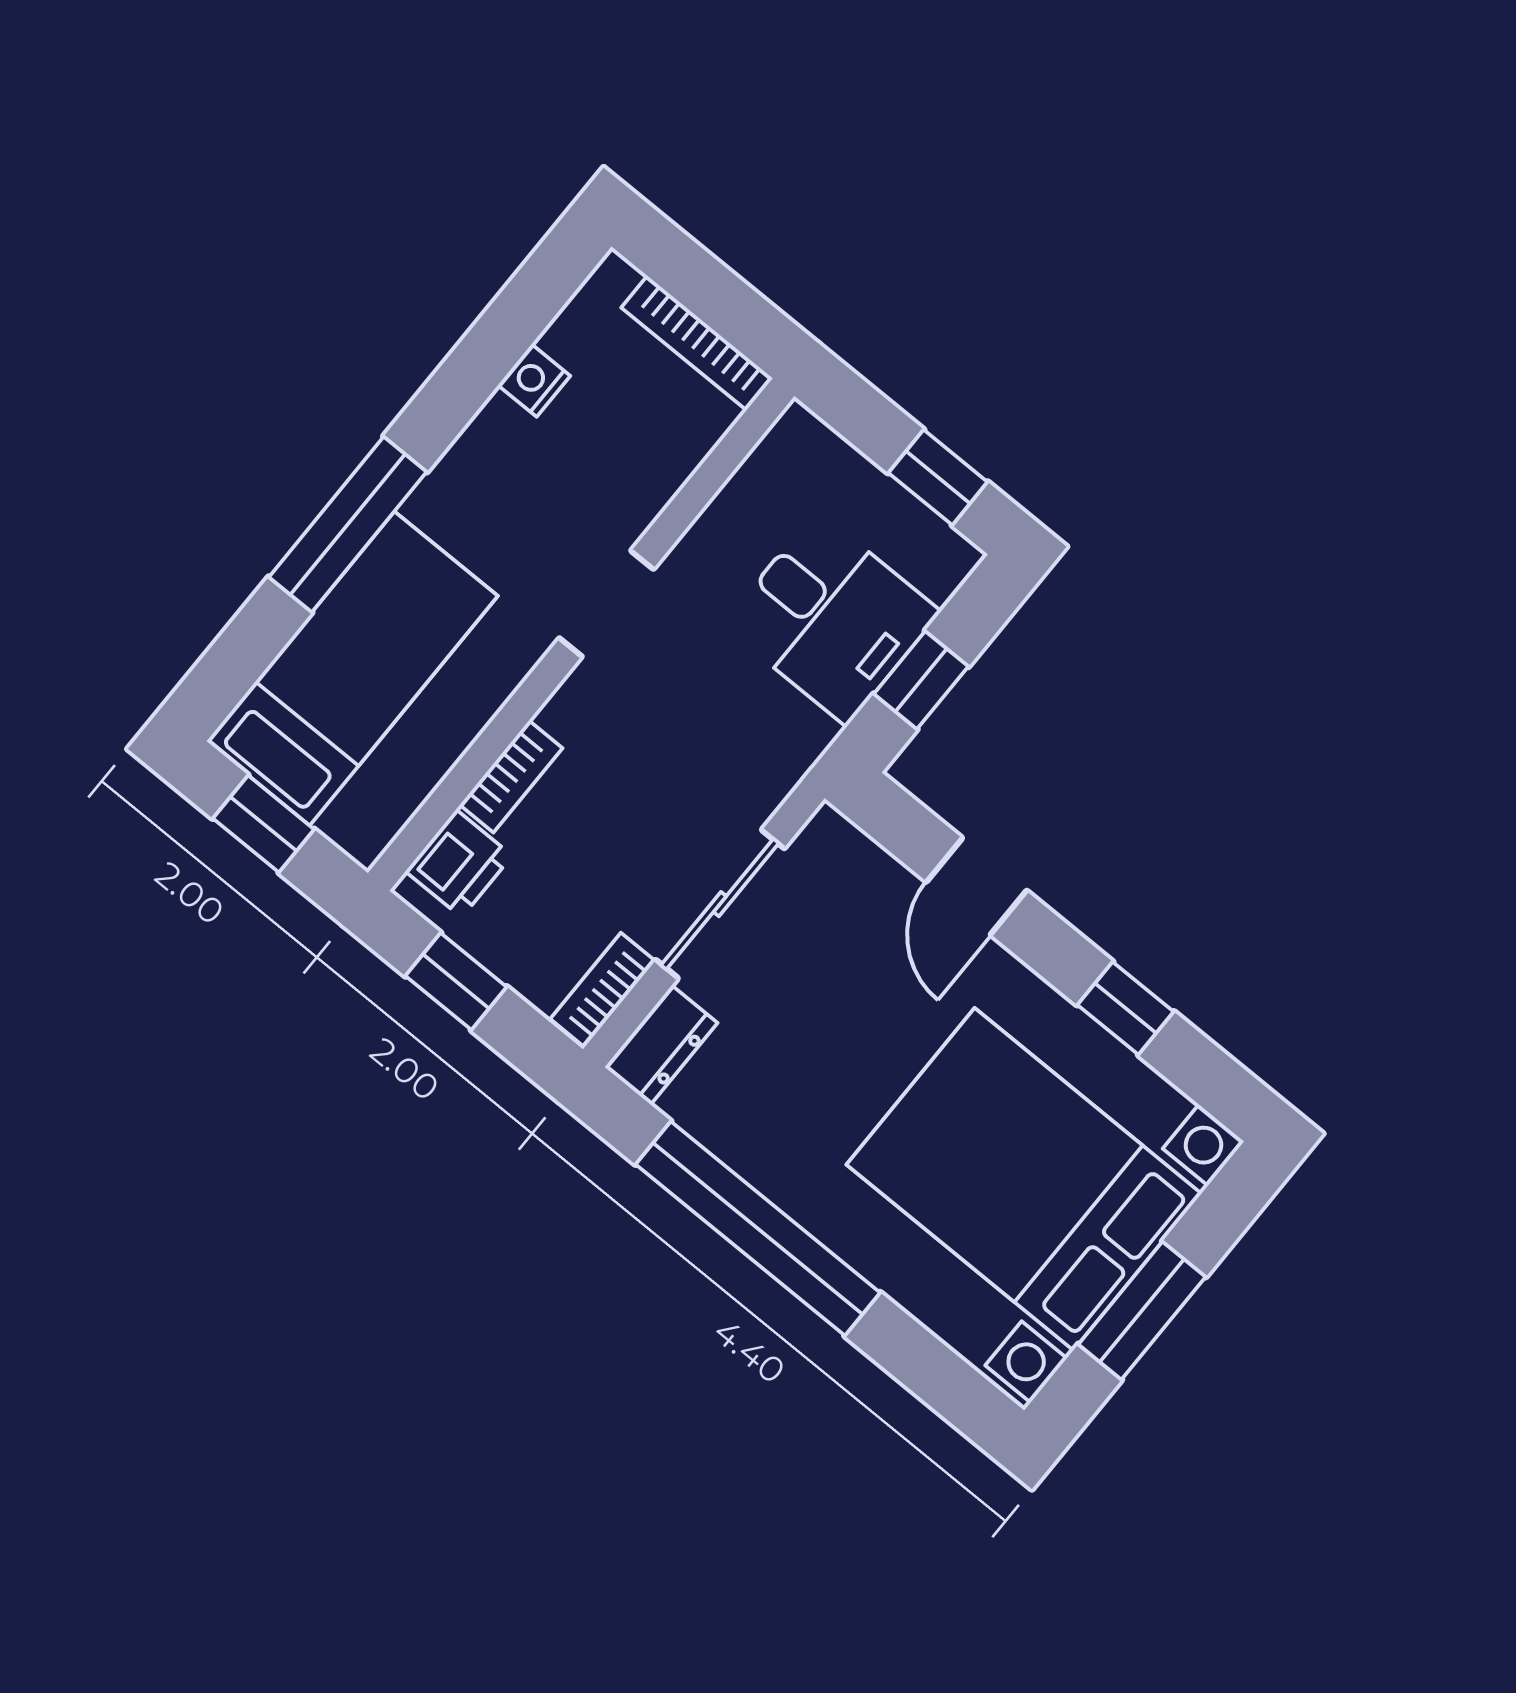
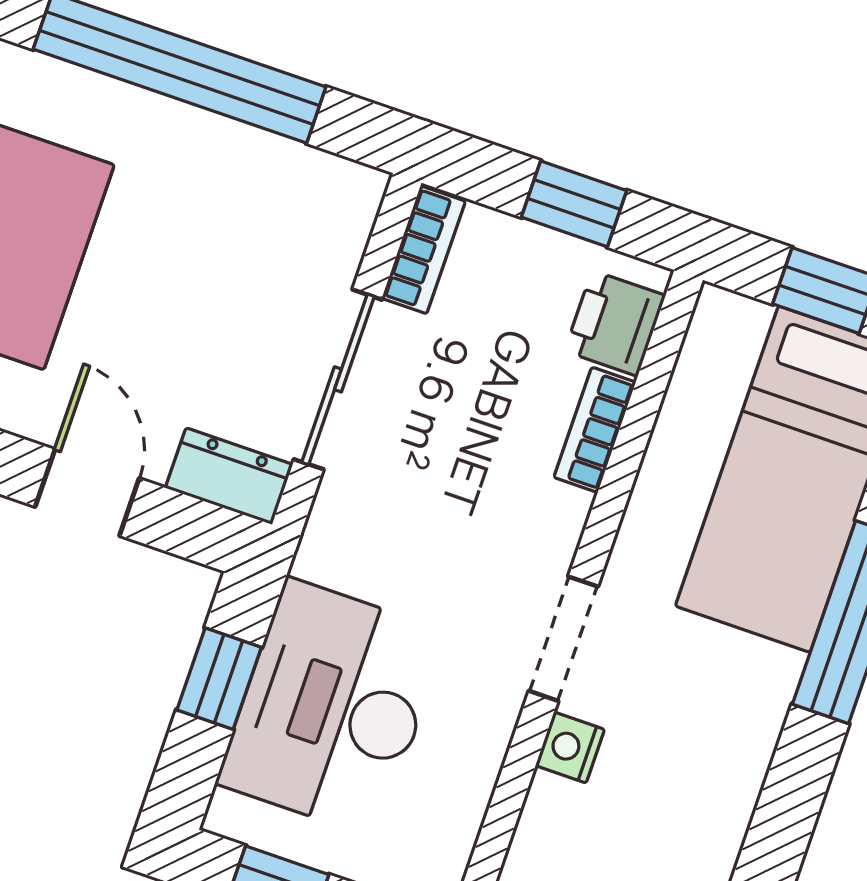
nightstand: (534, 380) -> (570, 748), moved, turned 180
desk: (831, 618) -> (332, 708), width x1.37
dresser: (661, 1045) -> (229, 476), moved, turned 90

